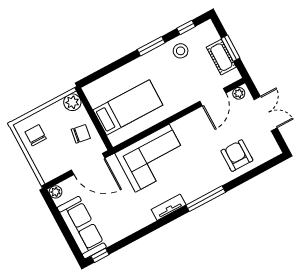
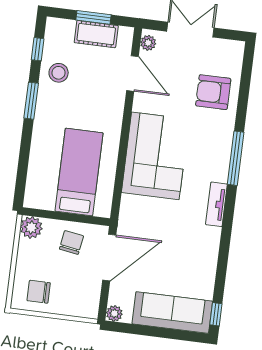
corner sofa: (152, 158) -> (155, 156), moved

